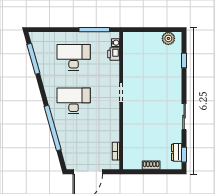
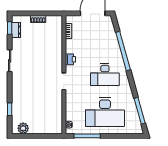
printer: (114, 54) -> (70, 59), moved
desk: (74, 57) -> (105, 112), width x1.36, depth x1.30

